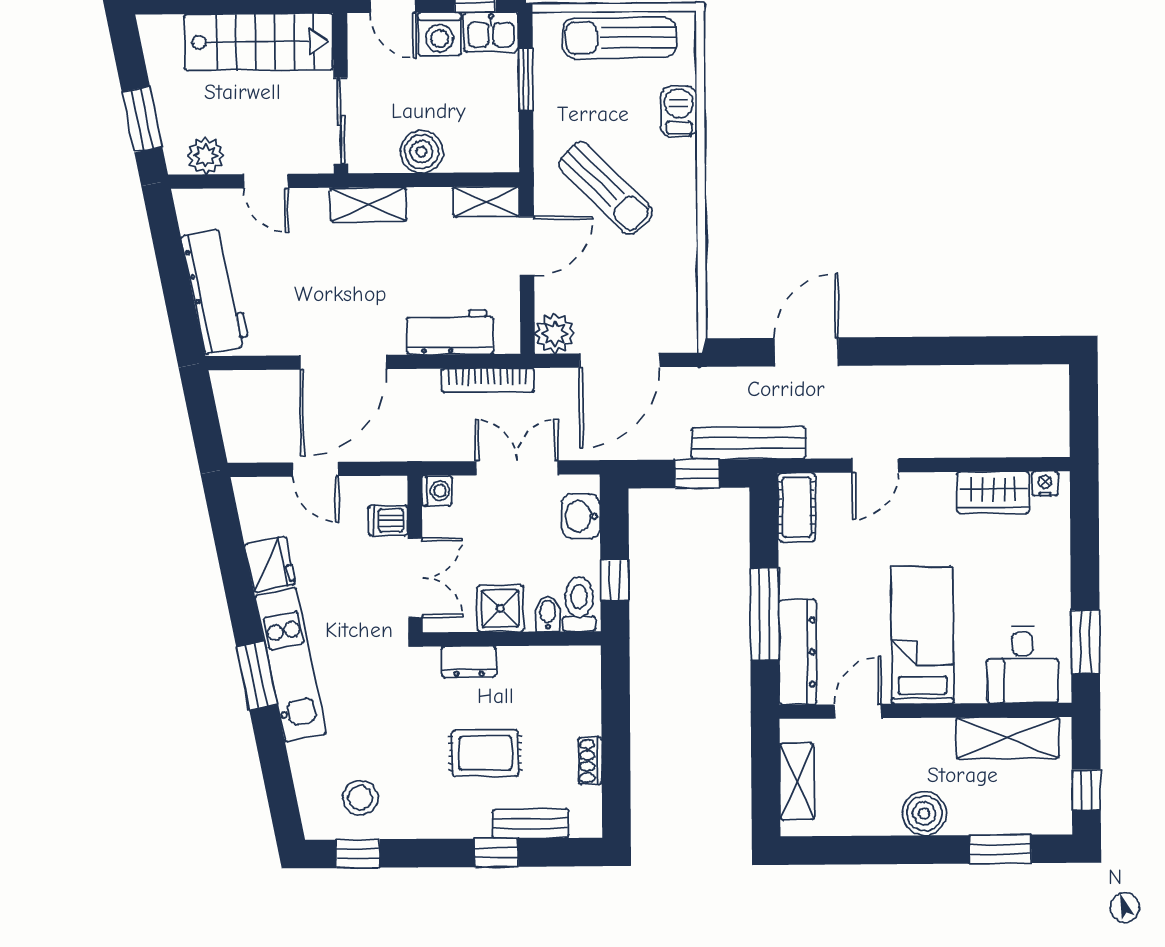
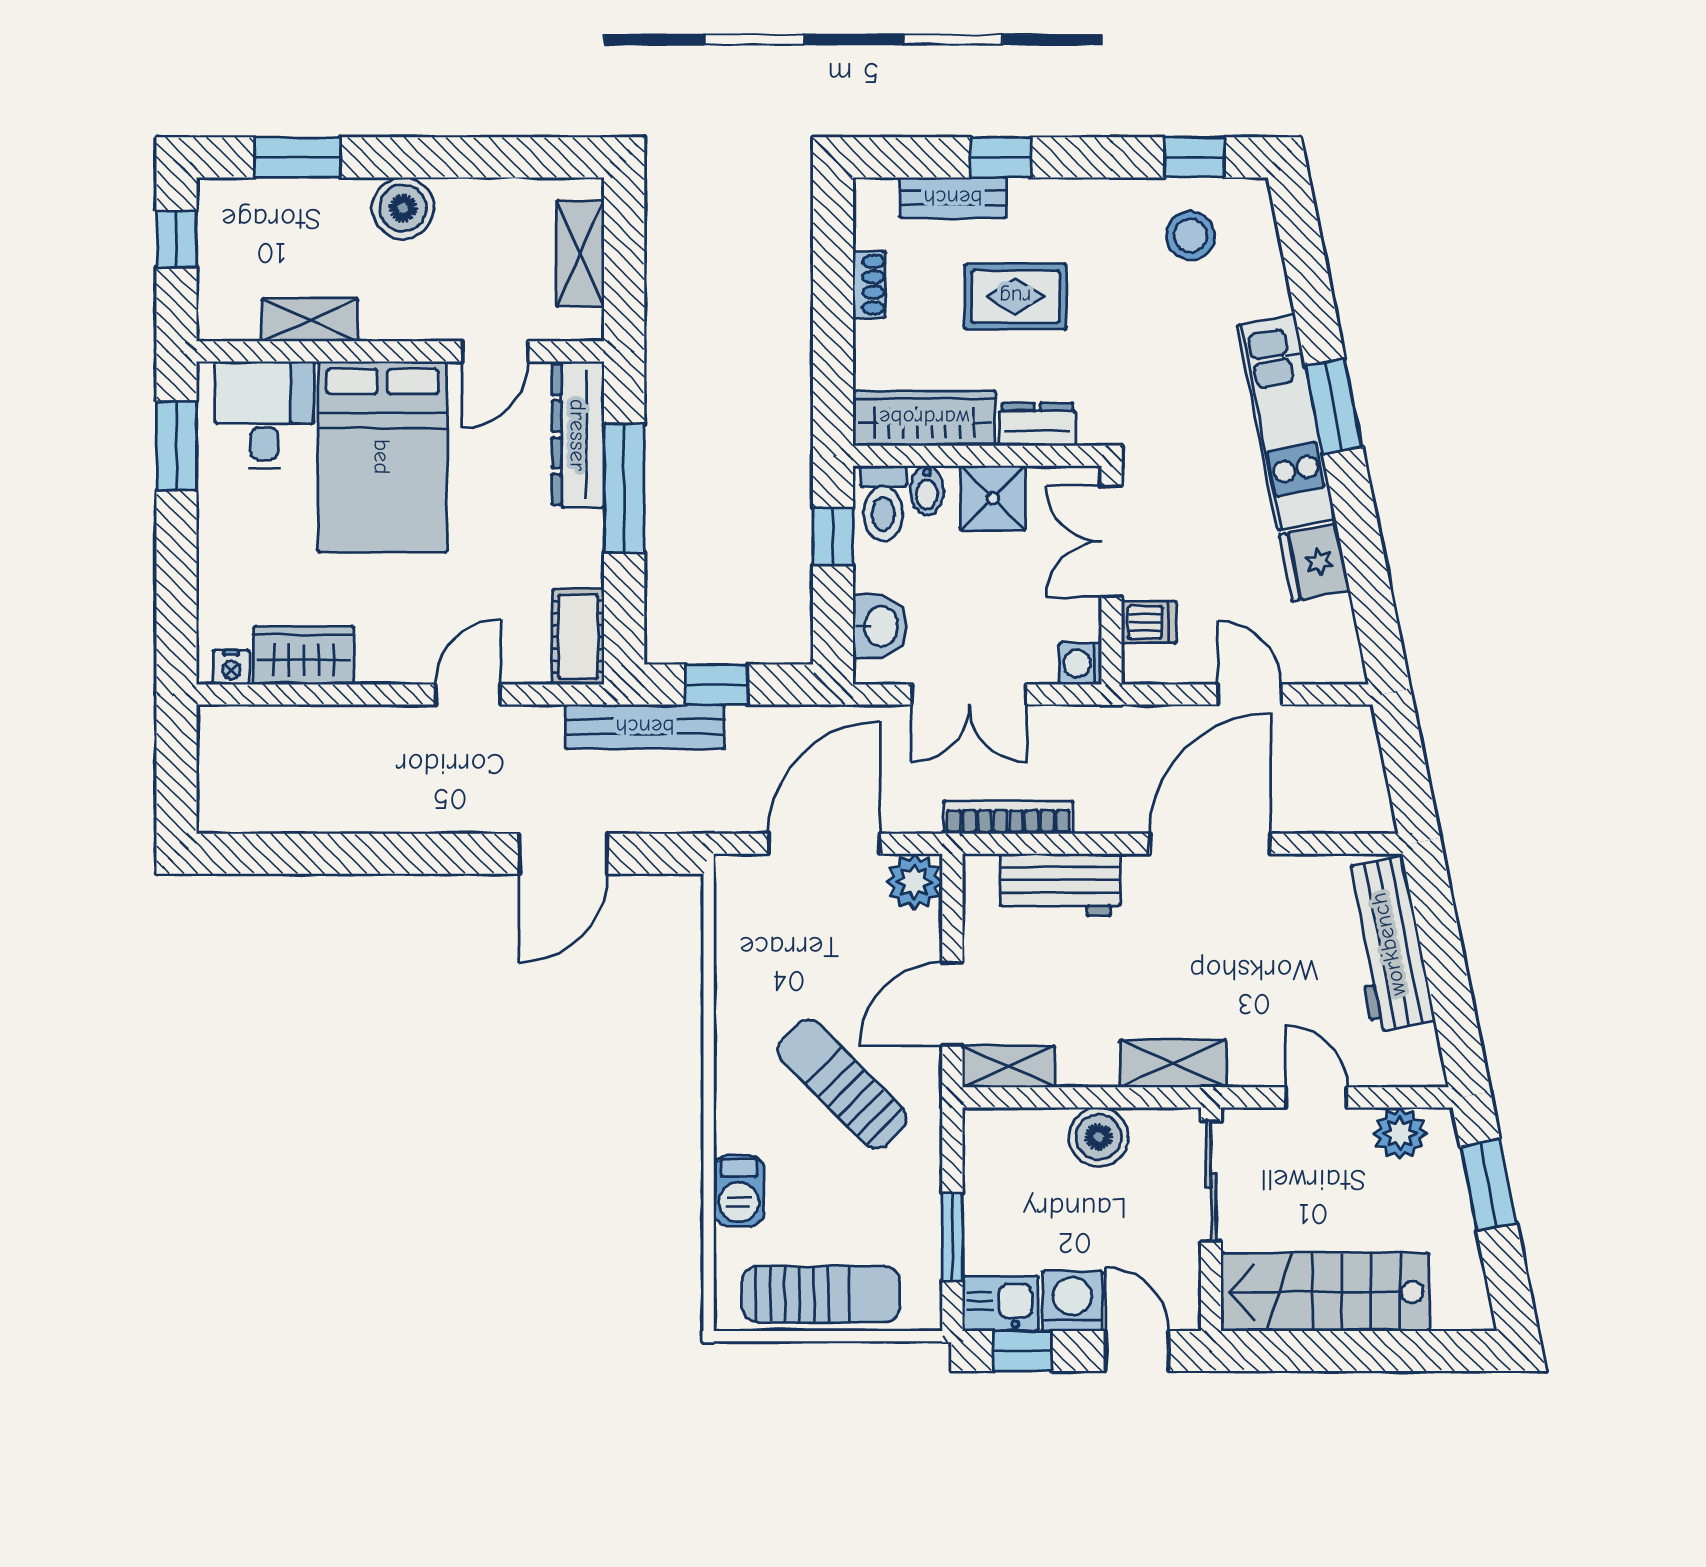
bed: (922, 635) -> (382, 457), width x1.50
wardrobe: (550, 665) -> (924, 418), added
shelving: (1008, 738) -> (310, 320), width x0.67, depth x0.75

